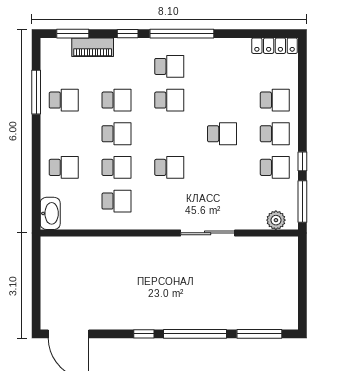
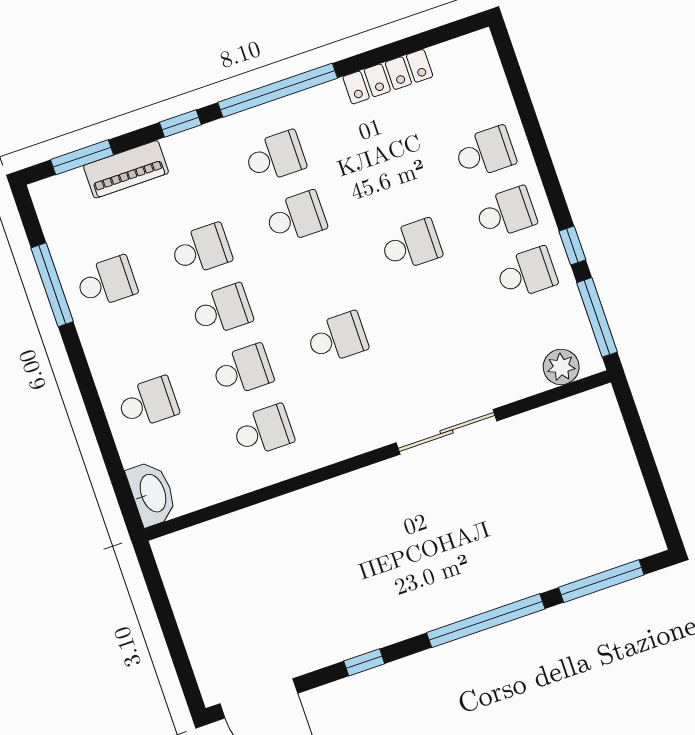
locker: (275, 46) -> (388, 77), moved
window: (144, 334) -> (364, 662), moved

